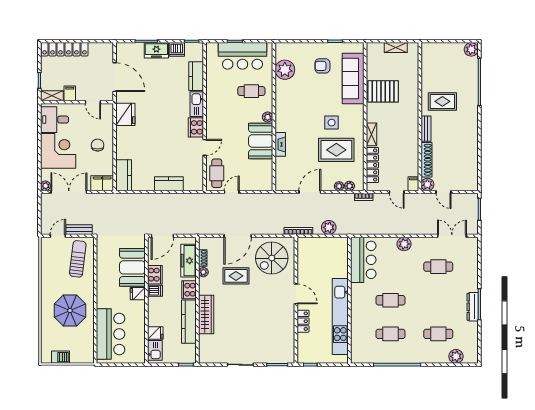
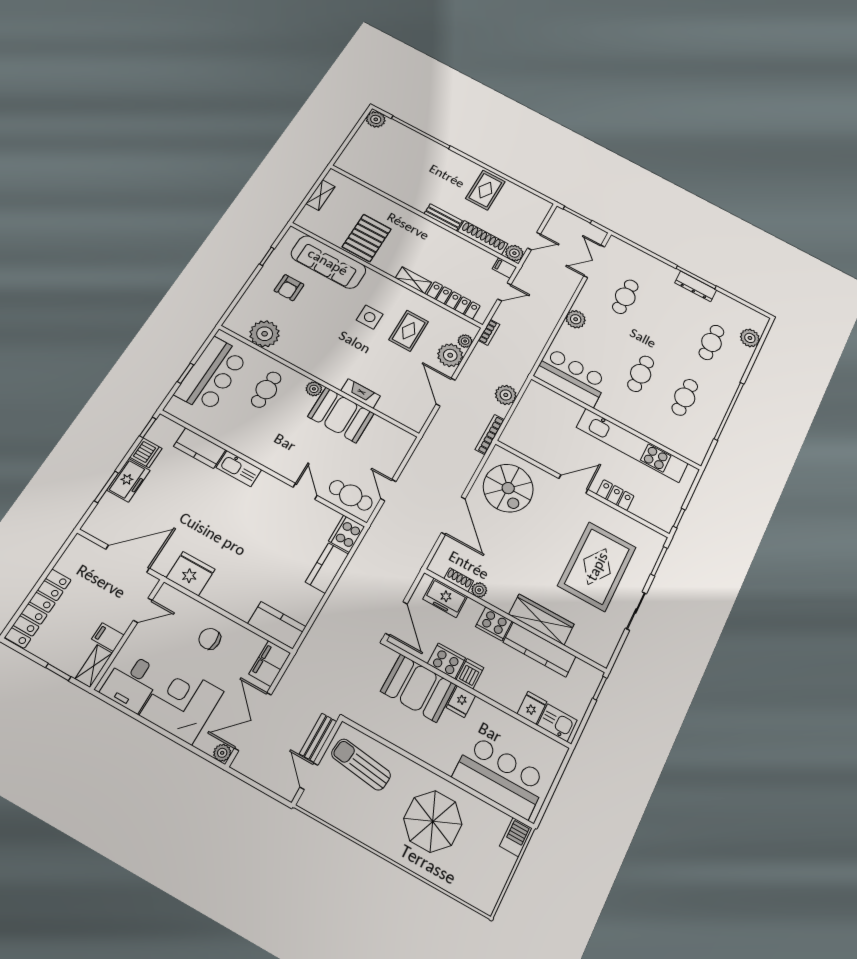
rug: (442, 101) -> (485, 190), moved
cooker: (196, 127) -> (347, 534), moved, turned 90
rug: (336, 150) -> (409, 331), width x0.73, depth x0.70
plant: (339, 186) -> (450, 355), width x1.88, depth x1.88
freezer: (189, 261) -> (445, 598), width x0.71
rug: (236, 276) -> (597, 566), moved, width x1.86, depth x2.06
barbecue: (60, 357) -> (516, 837), moved

